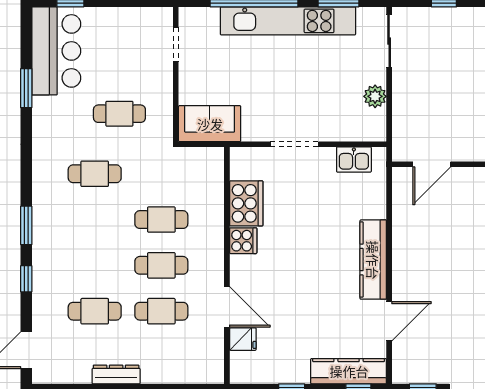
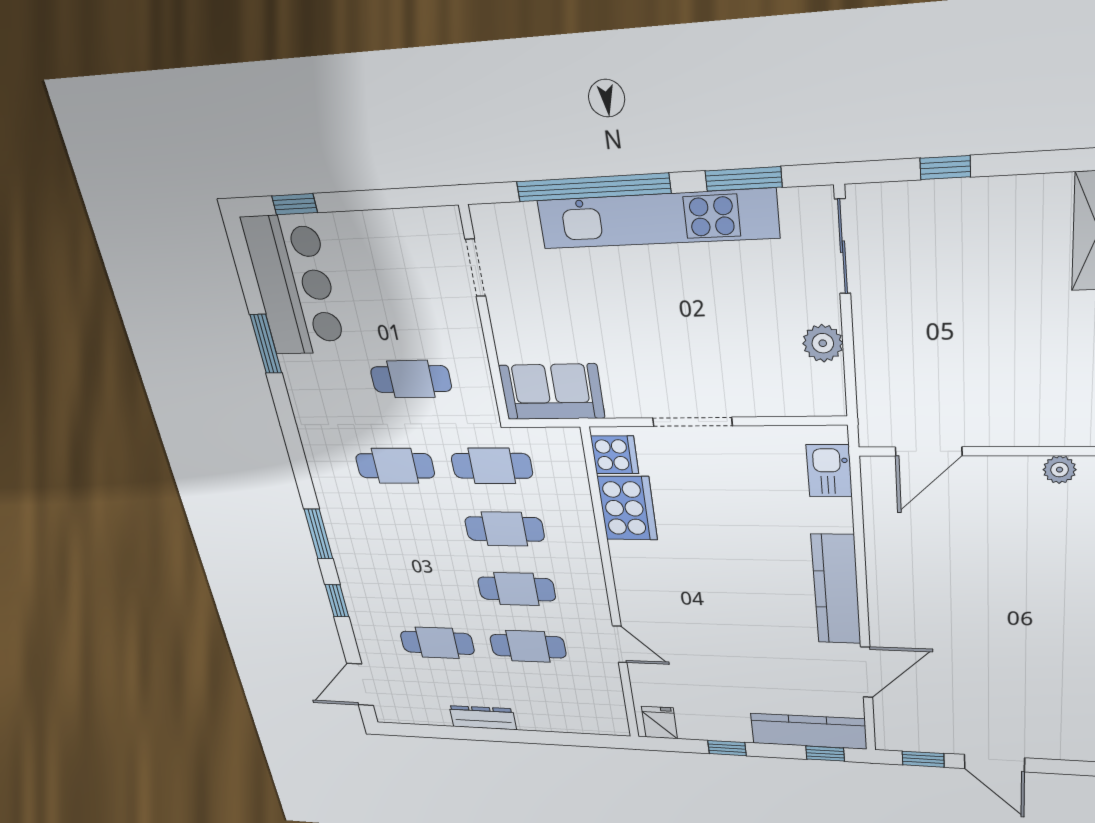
kitchen sink: (354, 160) -> (829, 471), moved, turned 90
cafe table: (161, 174) -> (492, 466), added
cooker: (243, 241) -> (615, 455), moved
door: (227, 307) -> (620, 644), width x0.73
fridge: (243, 339) -> (659, 723), moved, turned -90

